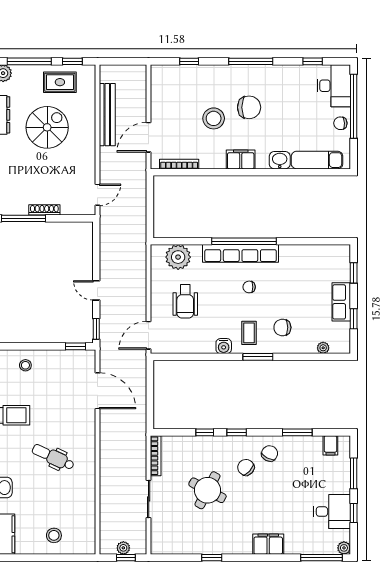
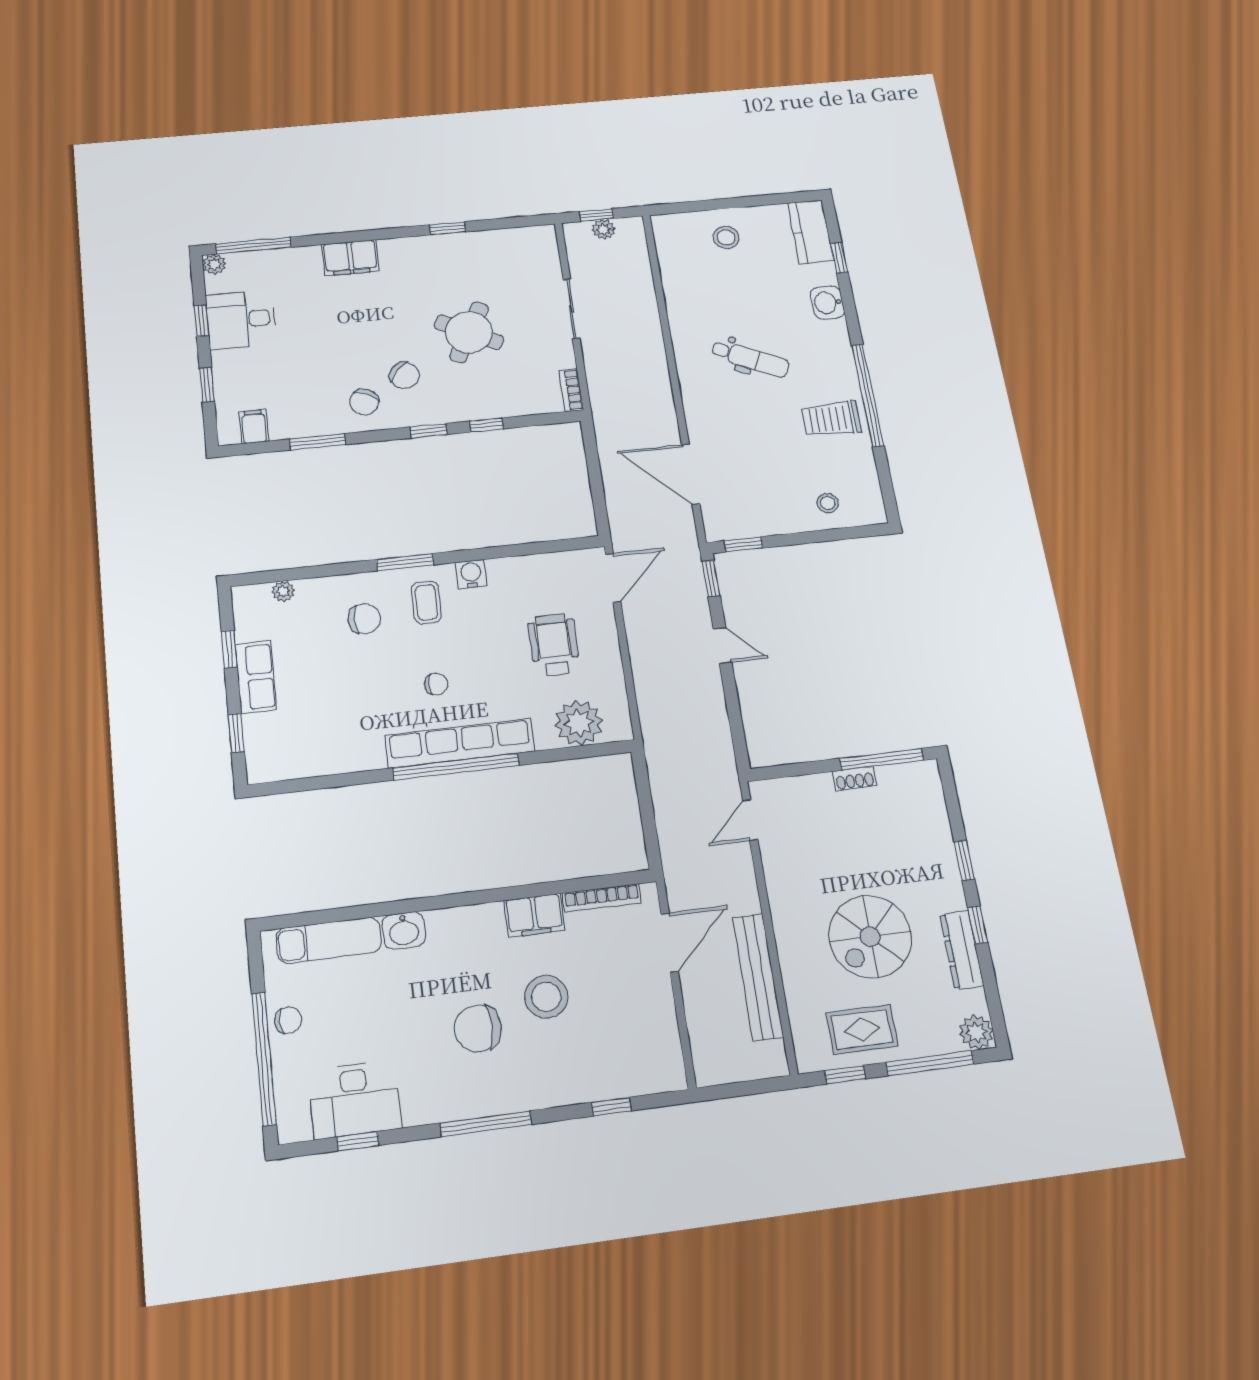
desk: (334, 86) -> (355, 1099), moved, turned -90
filing cabinet: (241, 159) -> (534, 915), moved
shoe rack: (44, 210) -> (854, 778), width x0.70
bookcase: (156, 456) -> (571, 390), width x0.64
window: (354, 473) -> (207, 385), width x0.67

